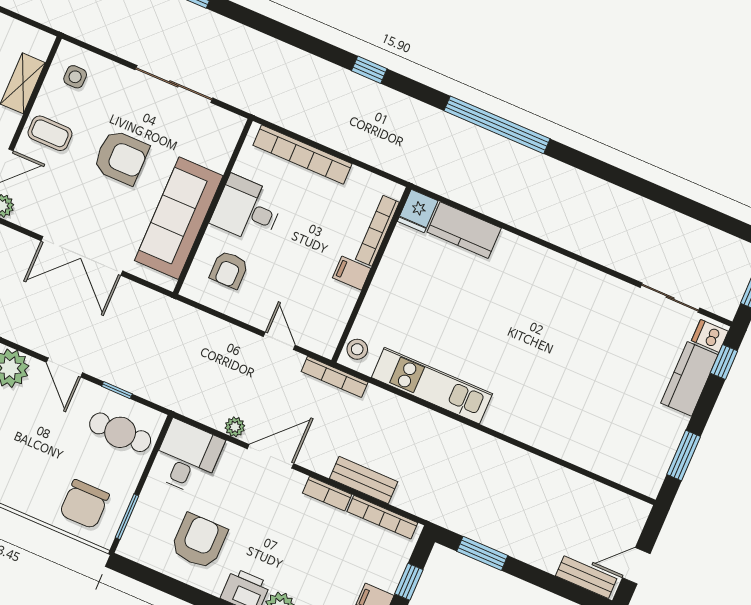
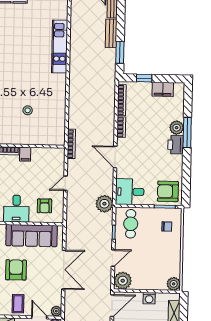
armchair: (229, 270) -> (45, 206), turned 89
door: (279, 341) -> (65, 183), moved
stool: (357, 349) -> (28, 110), moved
kitchen unit: (432, 386) -> (60, 47), moved
plant: (235, 427) -> (104, 204), moved, width x1.87, depth x1.87
bench: (364, 480) -> (111, 33), moved
chair: (84, 504) -> (167, 227), width x0.54, depth x0.54
armchair: (199, 541) -> (168, 191), moved

